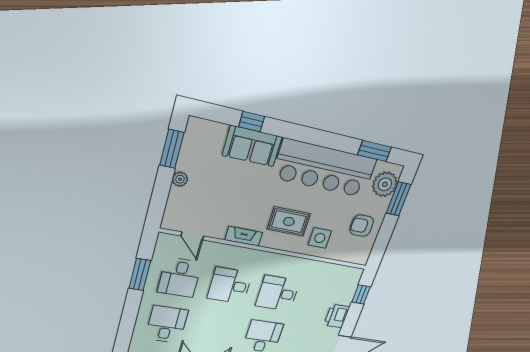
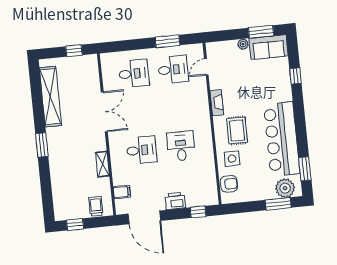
sofa: (252, 146) -> (268, 47), moved, turned -90
armchair: (362, 226) -> (229, 184), moved, turned 90
desk: (180, 277) -> (173, 70), turned 180
desk: (230, 286) -> (177, 108), removed

